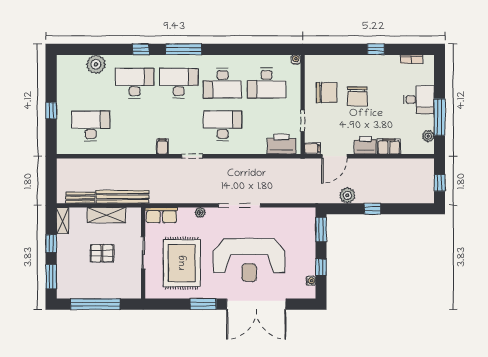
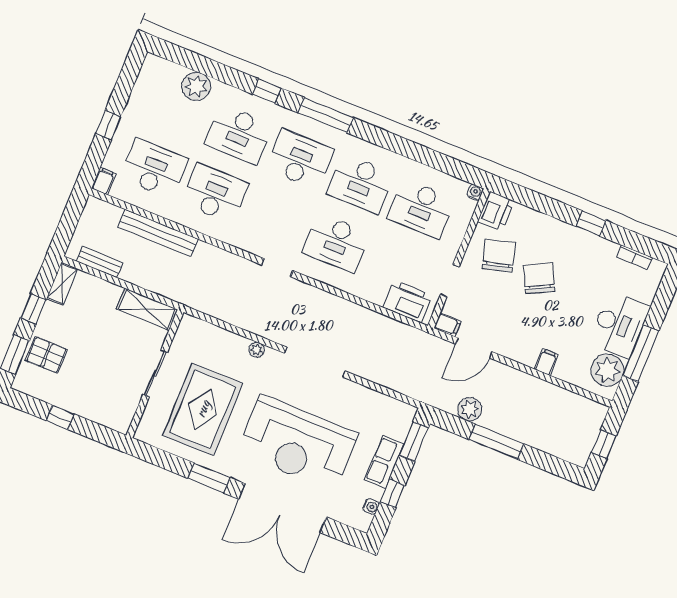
desk: (135, 83) -> (239, 134), turned 180
chair: (327, 93) -> (499, 256), turned -105
chair: (357, 97) -> (539, 278), turned 153
desk: (419, 100) -> (619, 325), width x1.37
desk: (135, 126) -> (215, 193), added
desk: (223, 126) -> (336, 243), turned 180
plant: (428, 136) -> (608, 370), width x1.87, depth x1.87
printer: (365, 145) -> (496, 211), moved, turned 90
filing cabinet: (162, 146) -> (104, 181), moved
filing cabinet: (389, 147) -> (546, 362), width x0.50
bench: (123, 197) -> (158, 233), moved
window: (372, 209) -> (496, 442), width x2.17
shelving: (106, 215) -> (147, 309), moved
row of seats: (161, 215) -> (384, 462), moved, turned 90
pallet: (102, 253) -> (46, 355), moved
window: (95, 304) -> (60, 417), width x0.32

